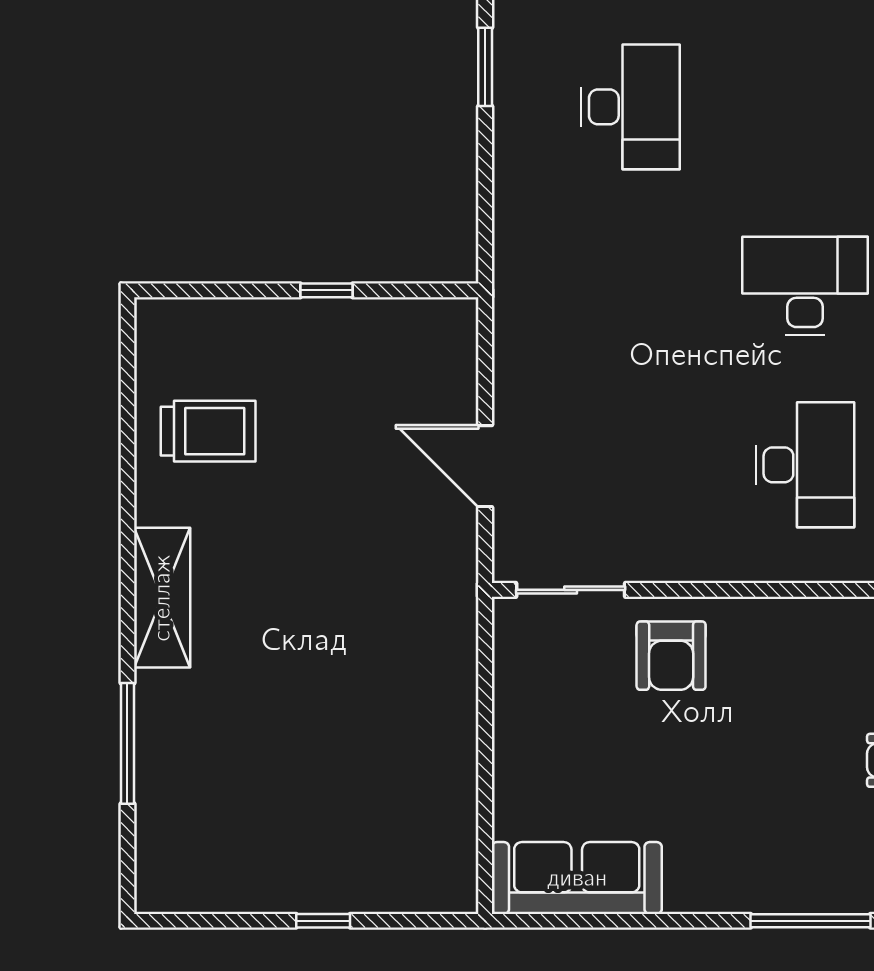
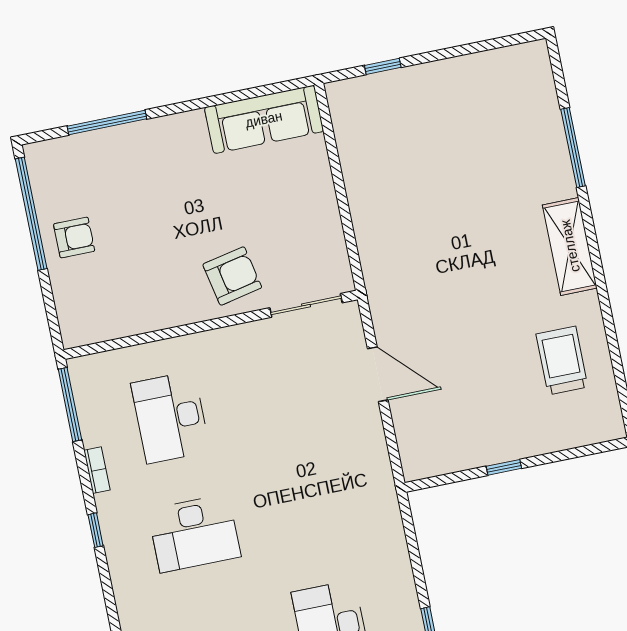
trolley: (208, 431) -> (562, 360), turned 90
armchair: (671, 656) -> (232, 276), turned 78
window: (323, 921) -> (383, 66), moved

